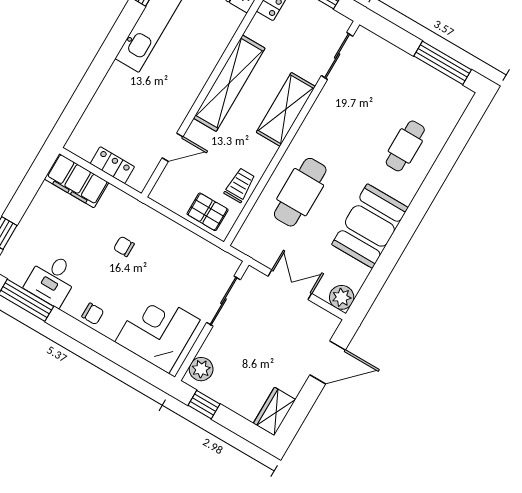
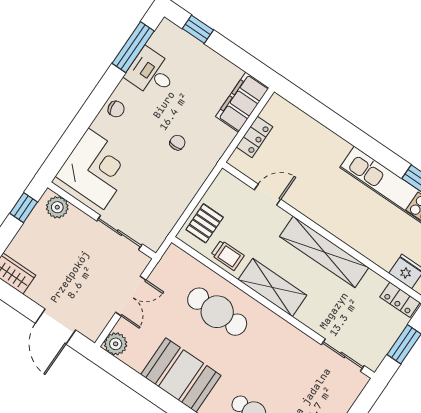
shelving: (286, 109) -> (272, 288), moved
door: (173, 147) -> (267, 195), swing flipped
chair: (93, 314) -> (116, 109), turned -101

